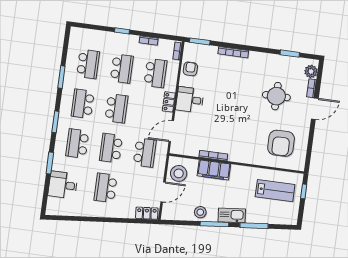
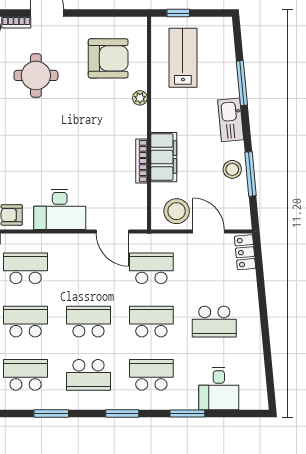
desk: (190, 100) -> (60, 209), width x1.37
locker: (169, 102) -> (68, 241), removed
school desk: (77, 144) -> (151, 375), turned 180
school desk: (111, 148) -> (151, 322), turned 180
plant: (253, 160) -> (140, 98), added
window: (214, 224) -> (250, 174), moved

